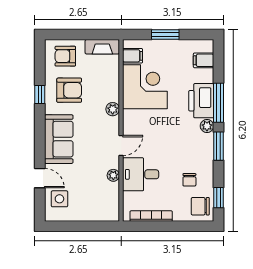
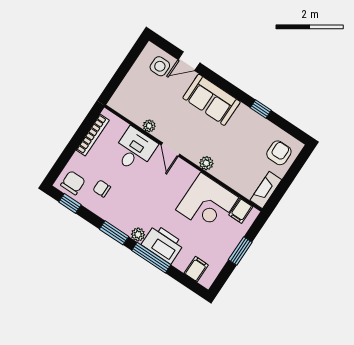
armchair: (69, 90) -> (248, 137), removed

